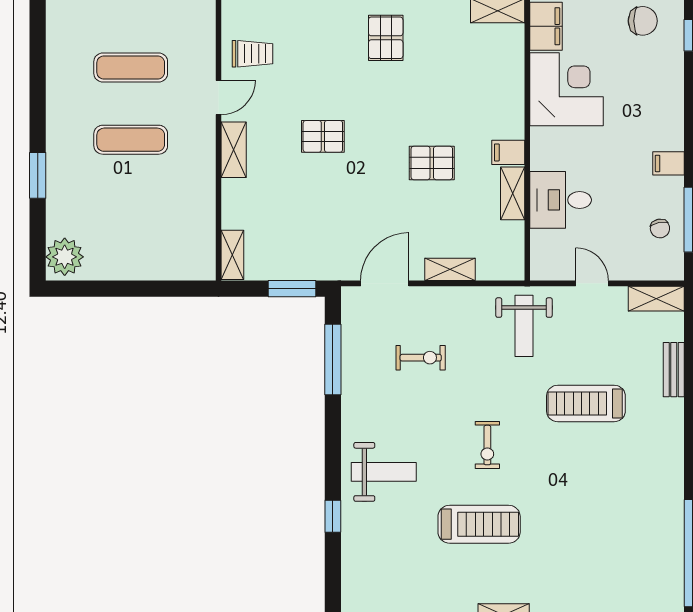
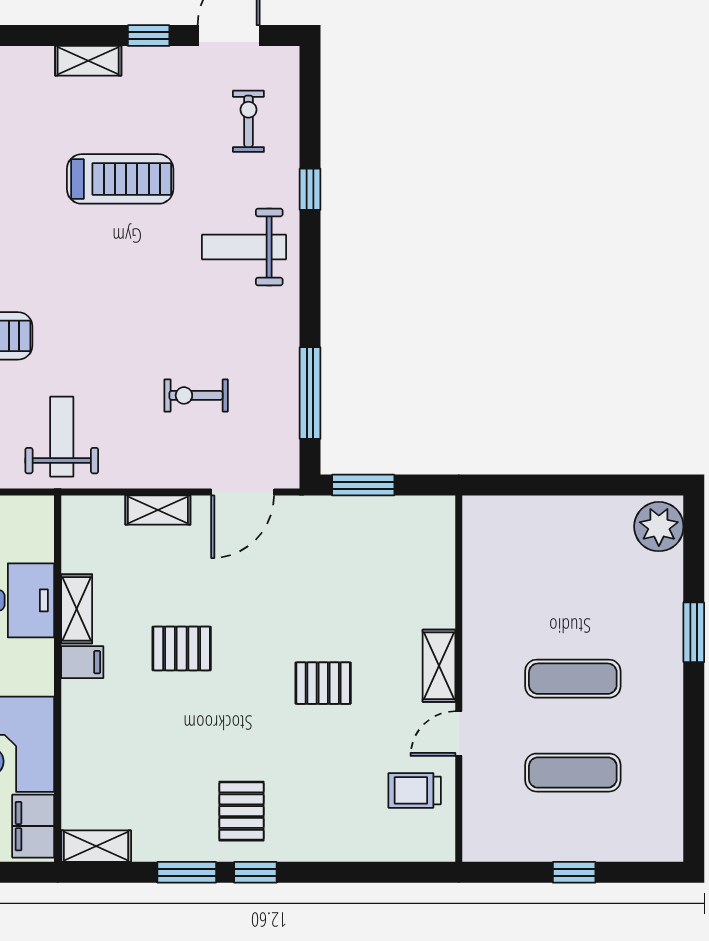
shelving: (232, 255) -> (441, 529), removed
exercise bike: (487, 445) -> (248, 121), moved
treadmill: (479, 524) -> (120, 179), turned 180

